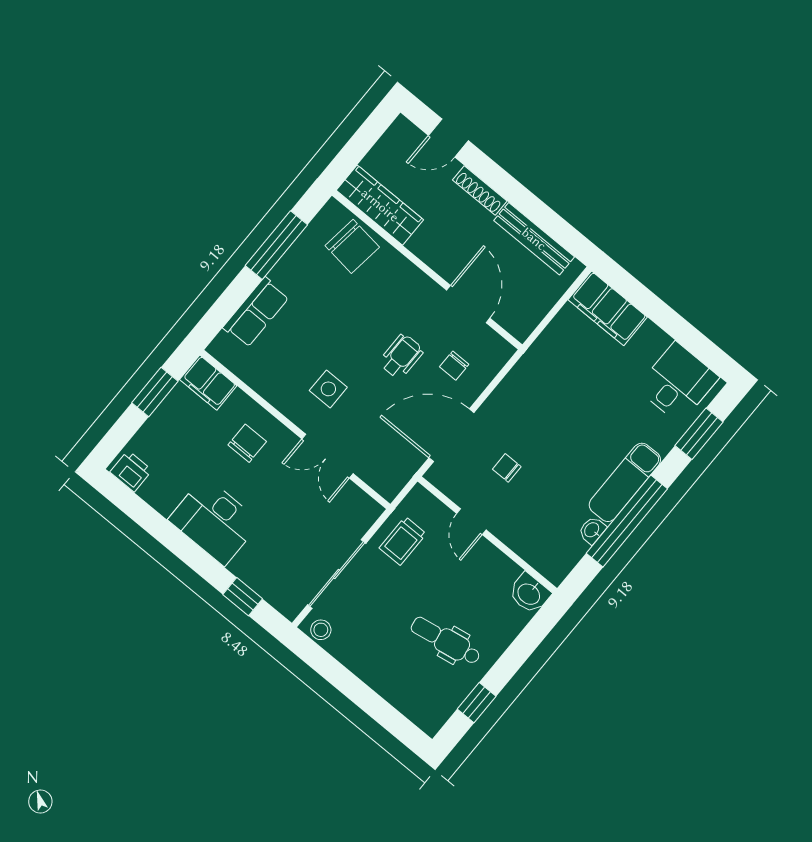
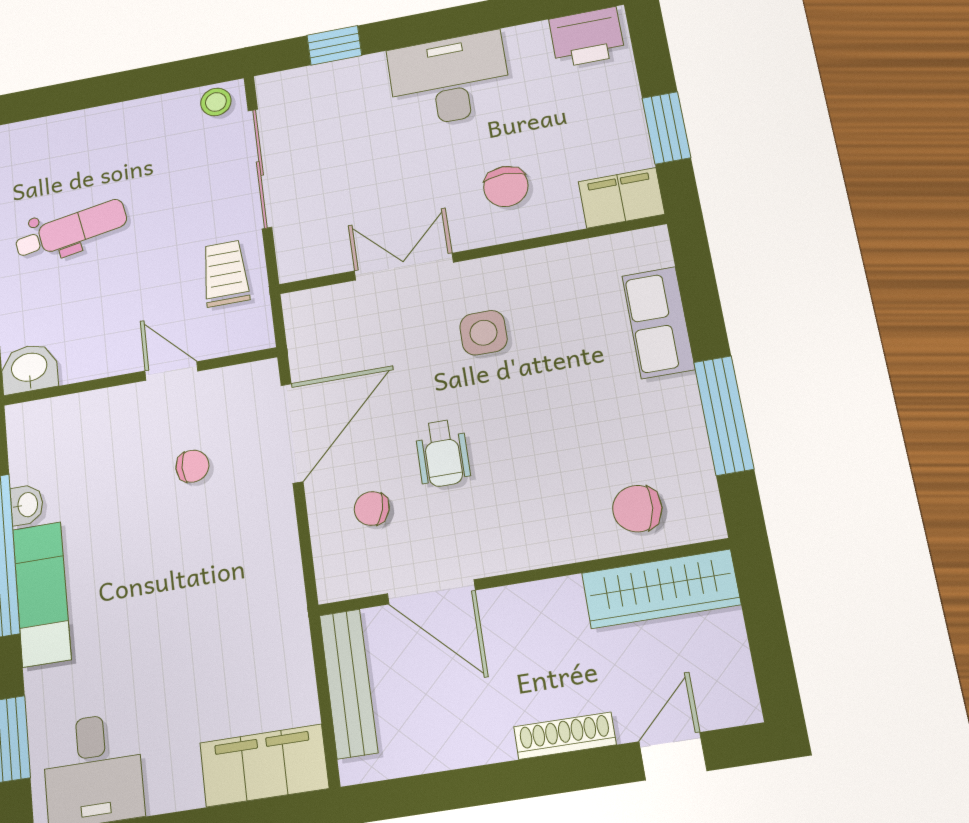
bench: (534, 239) -> (348, 683), moved, turned 90
chair: (352, 246) -> (637, 509), width x0.73, depth x0.73
chair: (454, 366) -> (372, 508), turned -75
printer: (131, 471) -> (587, 37), width x1.36, depth x1.24

